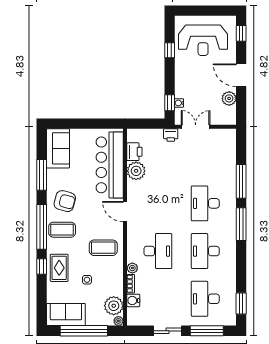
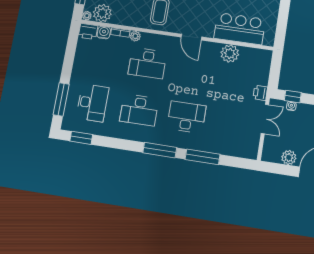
printer: (134, 152) -> (88, 31), moved
bar counter: (110, 165) -> (240, 29), width x0.73
door: (125, 212) -> (191, 37), swing flipped
desk: (205, 251) -> (139, 110), turned 180
desk: (205, 299) -> (92, 103), turned 90
sliding door: (167, 331) -> (68, 61), removed

